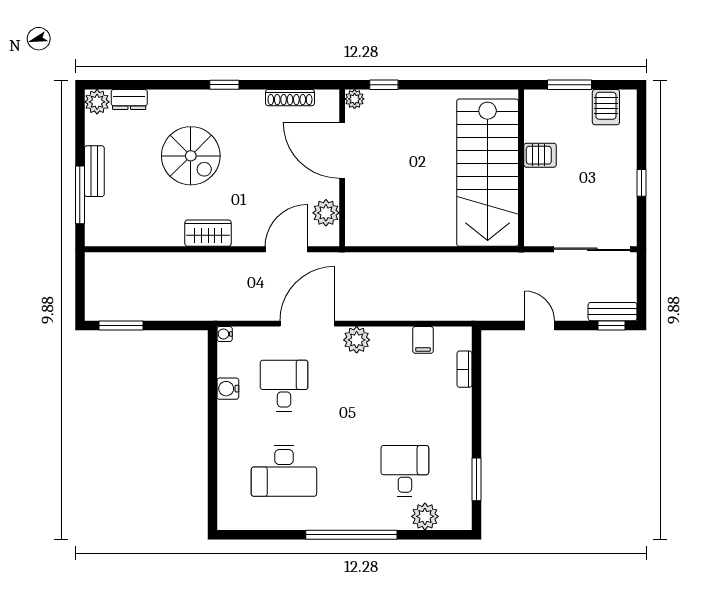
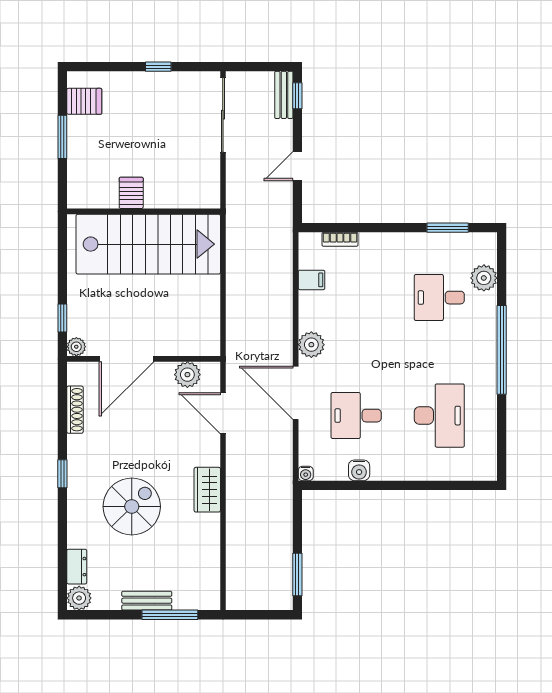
server rack: (540, 155) -> (131, 193), moved
wall: (521, 168) -> (144, 211), moved
stairs: (488, 173) -> (148, 244), moved

